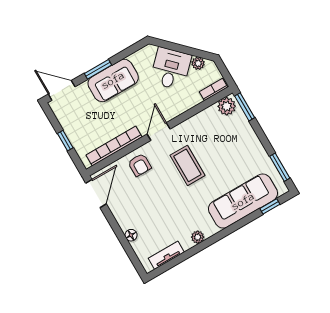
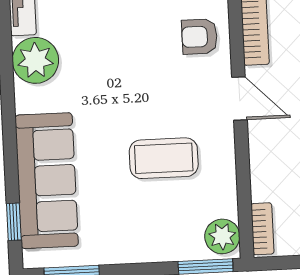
coffee table: (187, 165) -> (164, 158), moved
plant: (198, 237) -> (35, 60), width x1.88, depth x1.88

